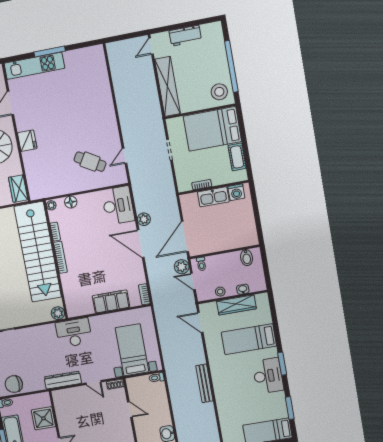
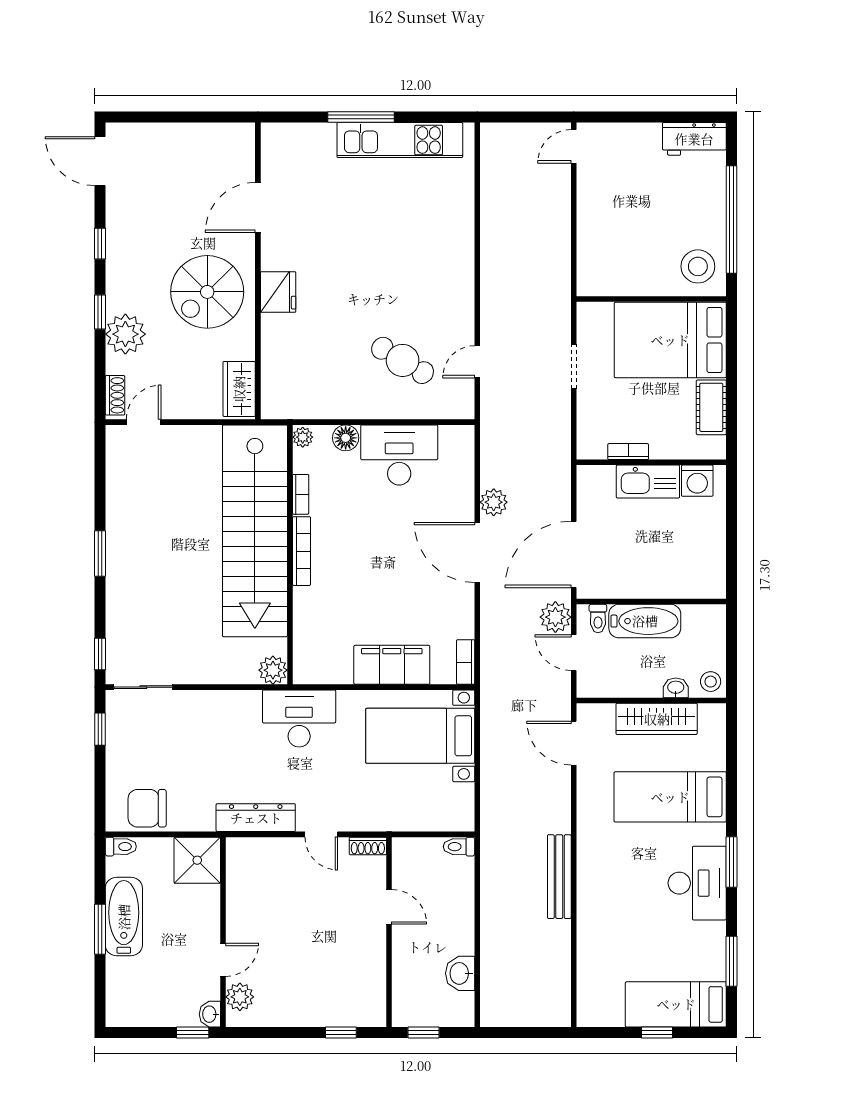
workbench: (185, 36) -> (694, 139), moved
kitchen unit: (34, 66) -> (400, 140), moved
shelving: (168, 86) -> (593, 235), removed
desk: (118, 205) -> (399, 455), moved, turned -90
bidet: (247, 258) -> (695, 622), removed
bathtub: (223, 261) -> (645, 621), added
stool: (220, 292) -> (711, 682), moved
bed with nightstands: (132, 350) -> (420, 736), moved, turned -90
shower: (43, 418) -> (197, 860), moved

